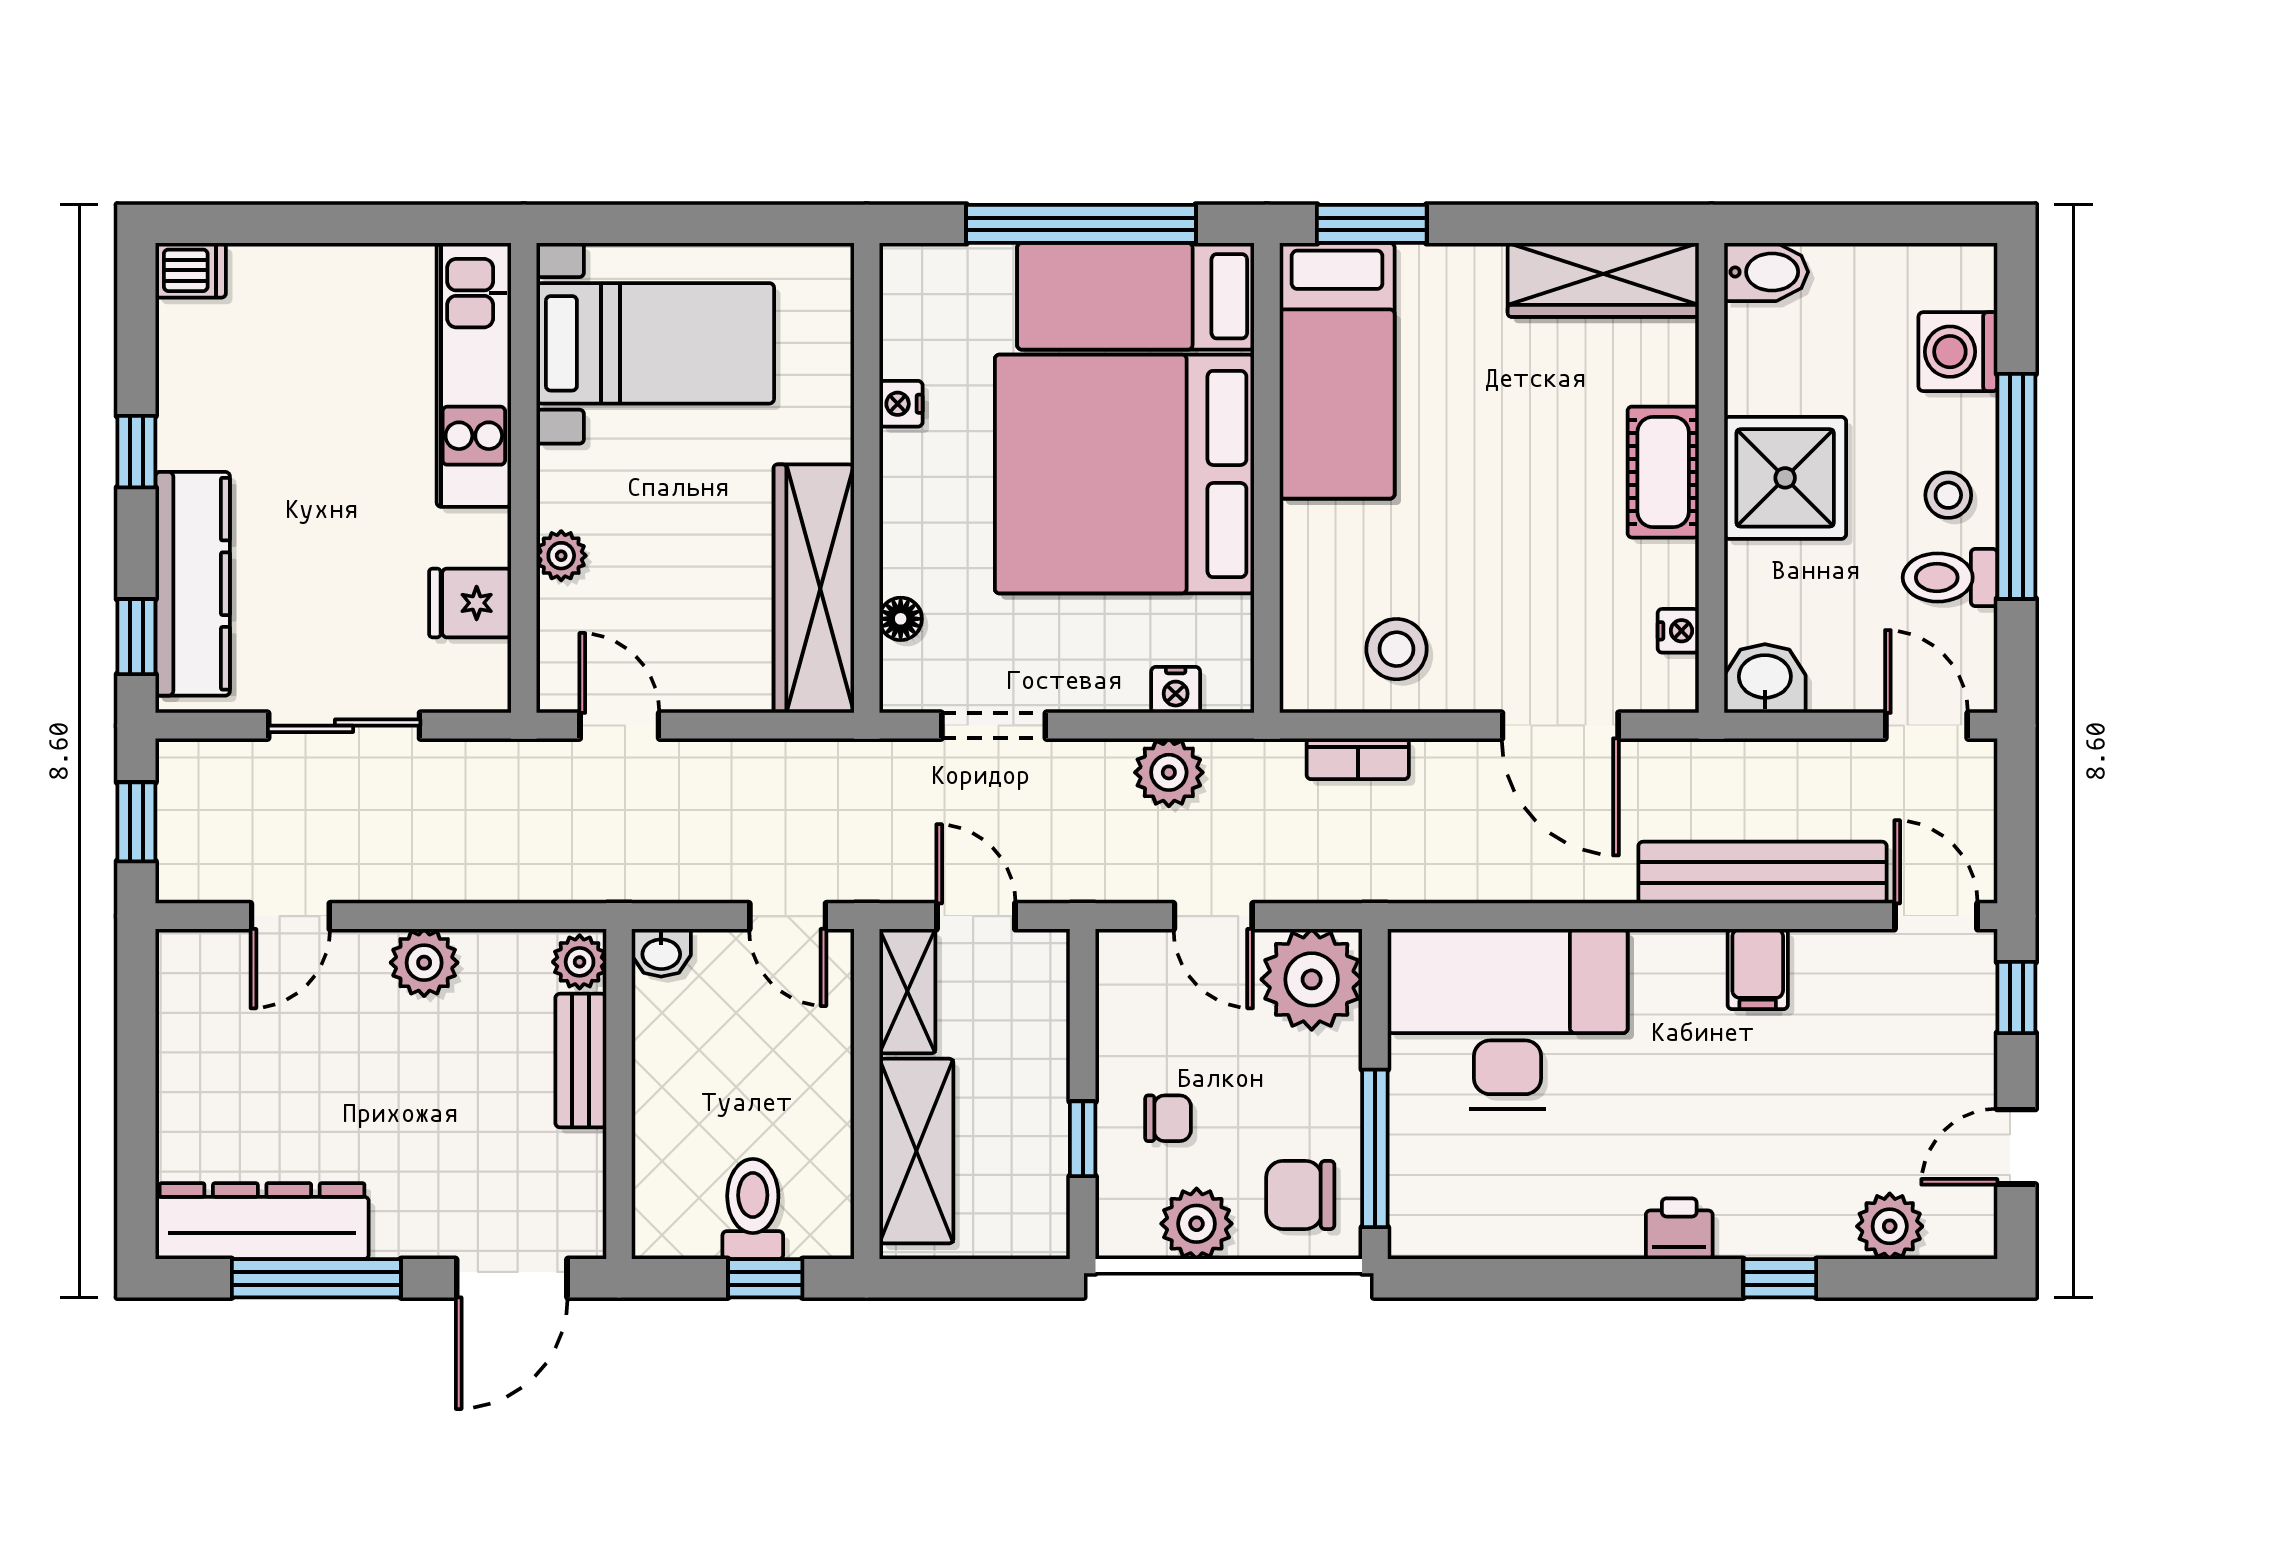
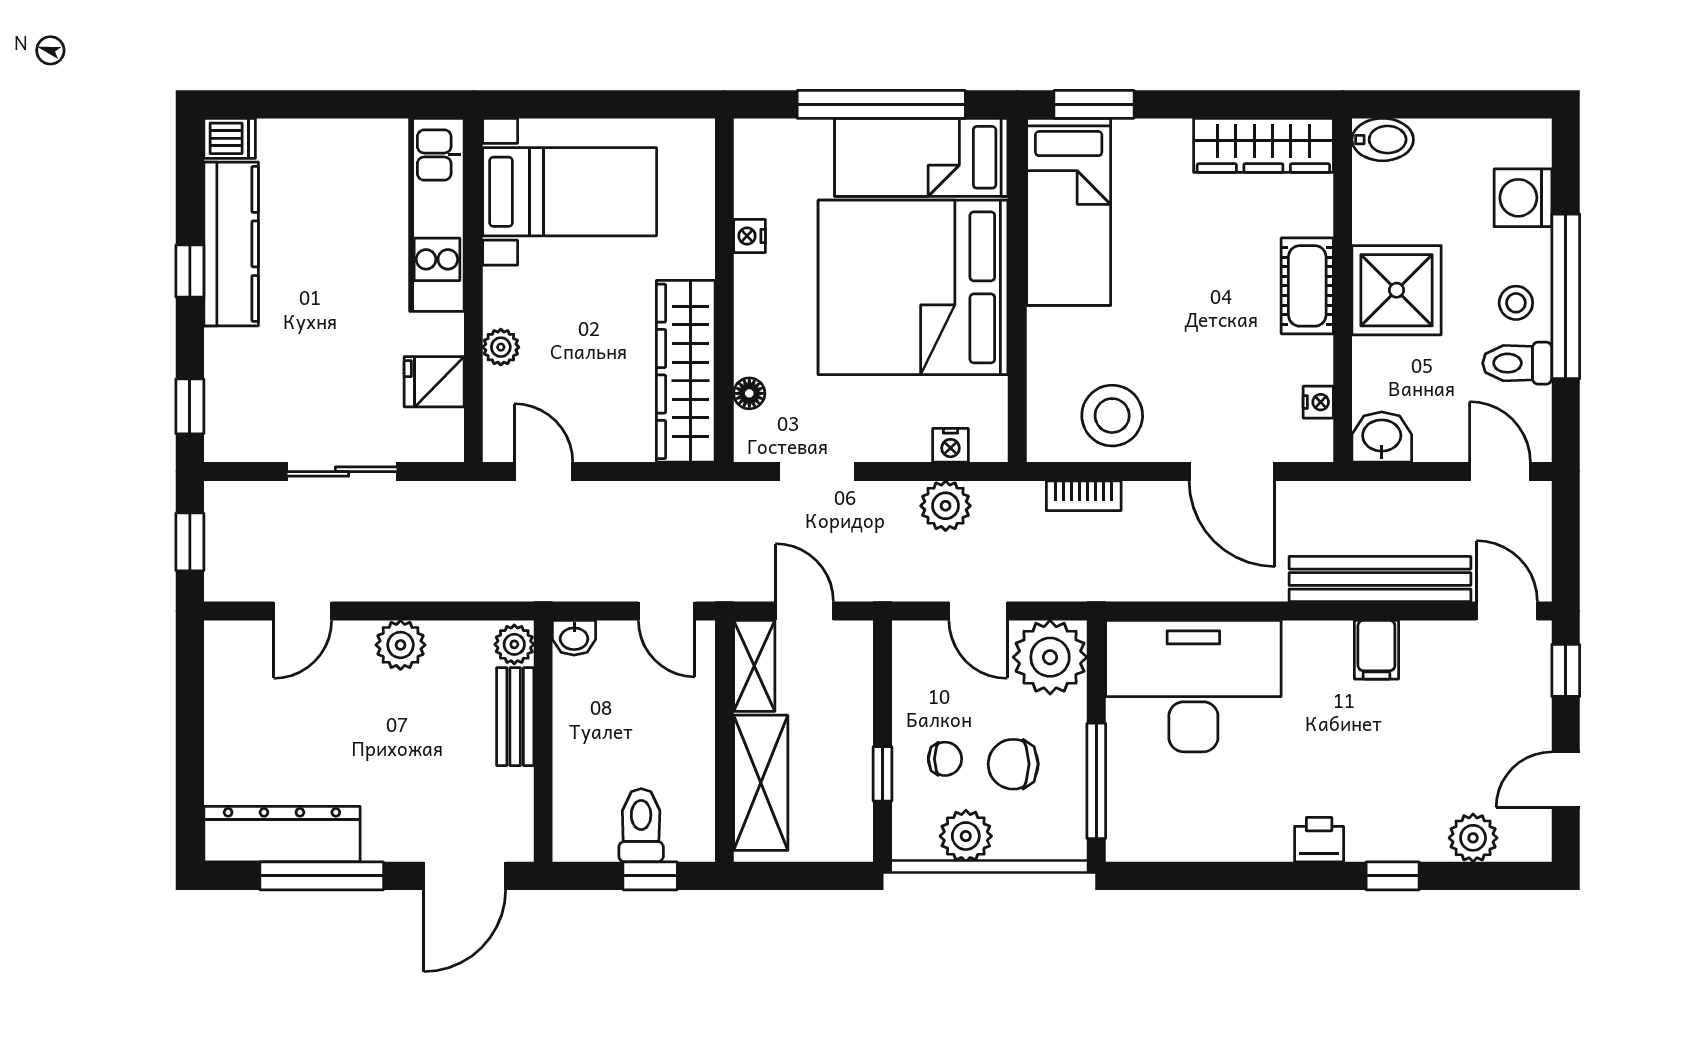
kitchen counter: (193, 584) -> (231, 244), moved
stool: (1397, 649) -> (1112, 416), width x1.38, depth x1.38
chair: (1300, 1195) -> (1013, 764), moved

